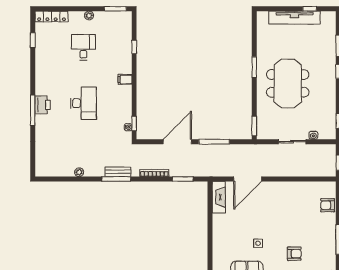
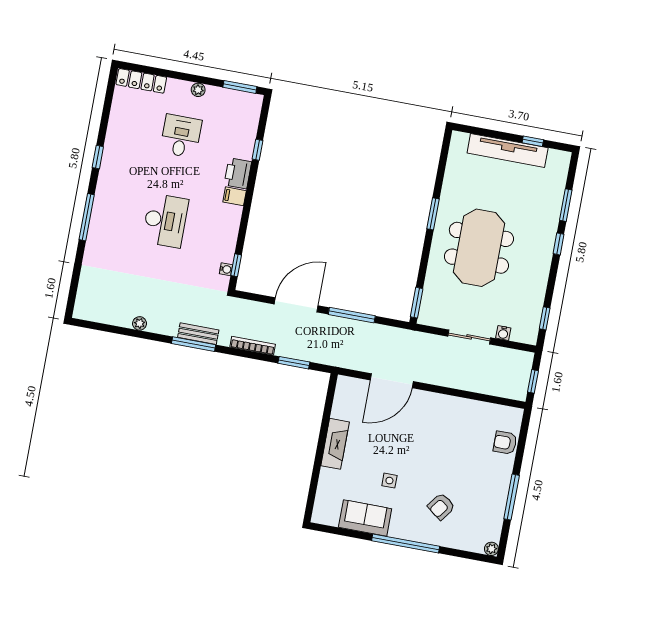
window: (33, 40) -> (98, 157), moved
printer: (43, 105) -> (238, 173), moved, turned 180
fireplace: (219, 197) -> (335, 444), moved
armchair: (294, 254) -> (441, 506), turned 127

